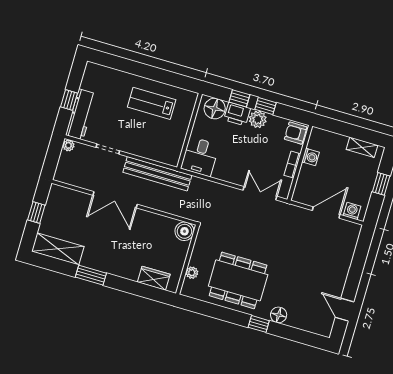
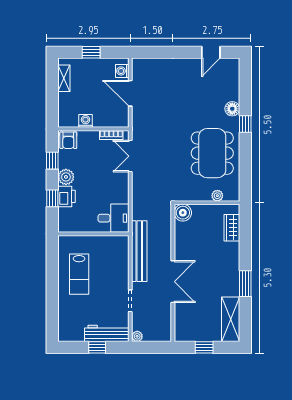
window: (265, 106) -> (52, 161), moved
floor lamp: (215, 109) -> (67, 217), removed
bookcase: (292, 165) -> (111, 135), moved

